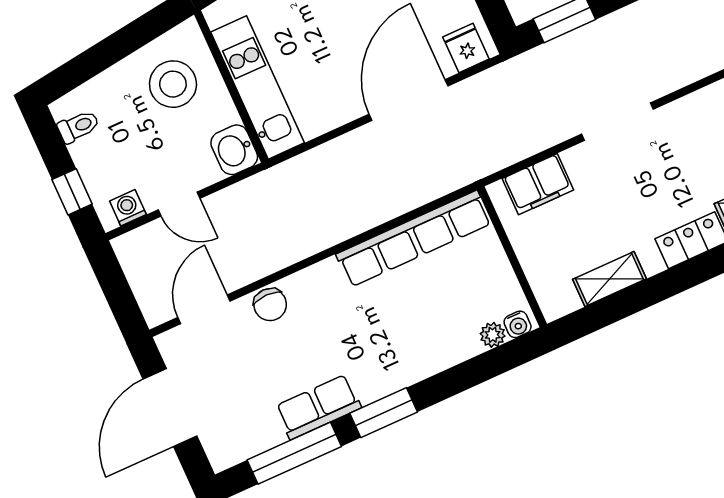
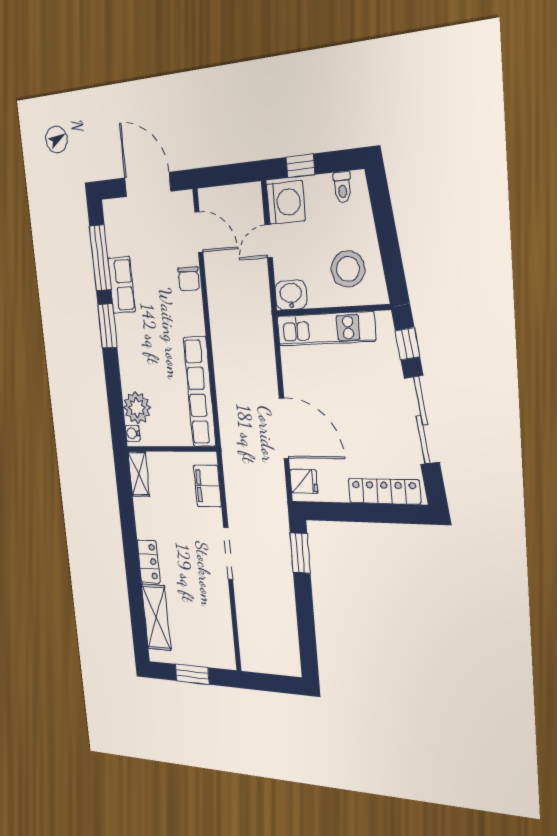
washing machine: (128, 208) -> (286, 202), width x1.89, depth x1.89
shelving: (609, 279) -> (139, 474), moved
chair: (270, 305) -> (189, 279), turned -90
plant: (493, 335) -> (137, 408), width x1.87, depth x1.87

